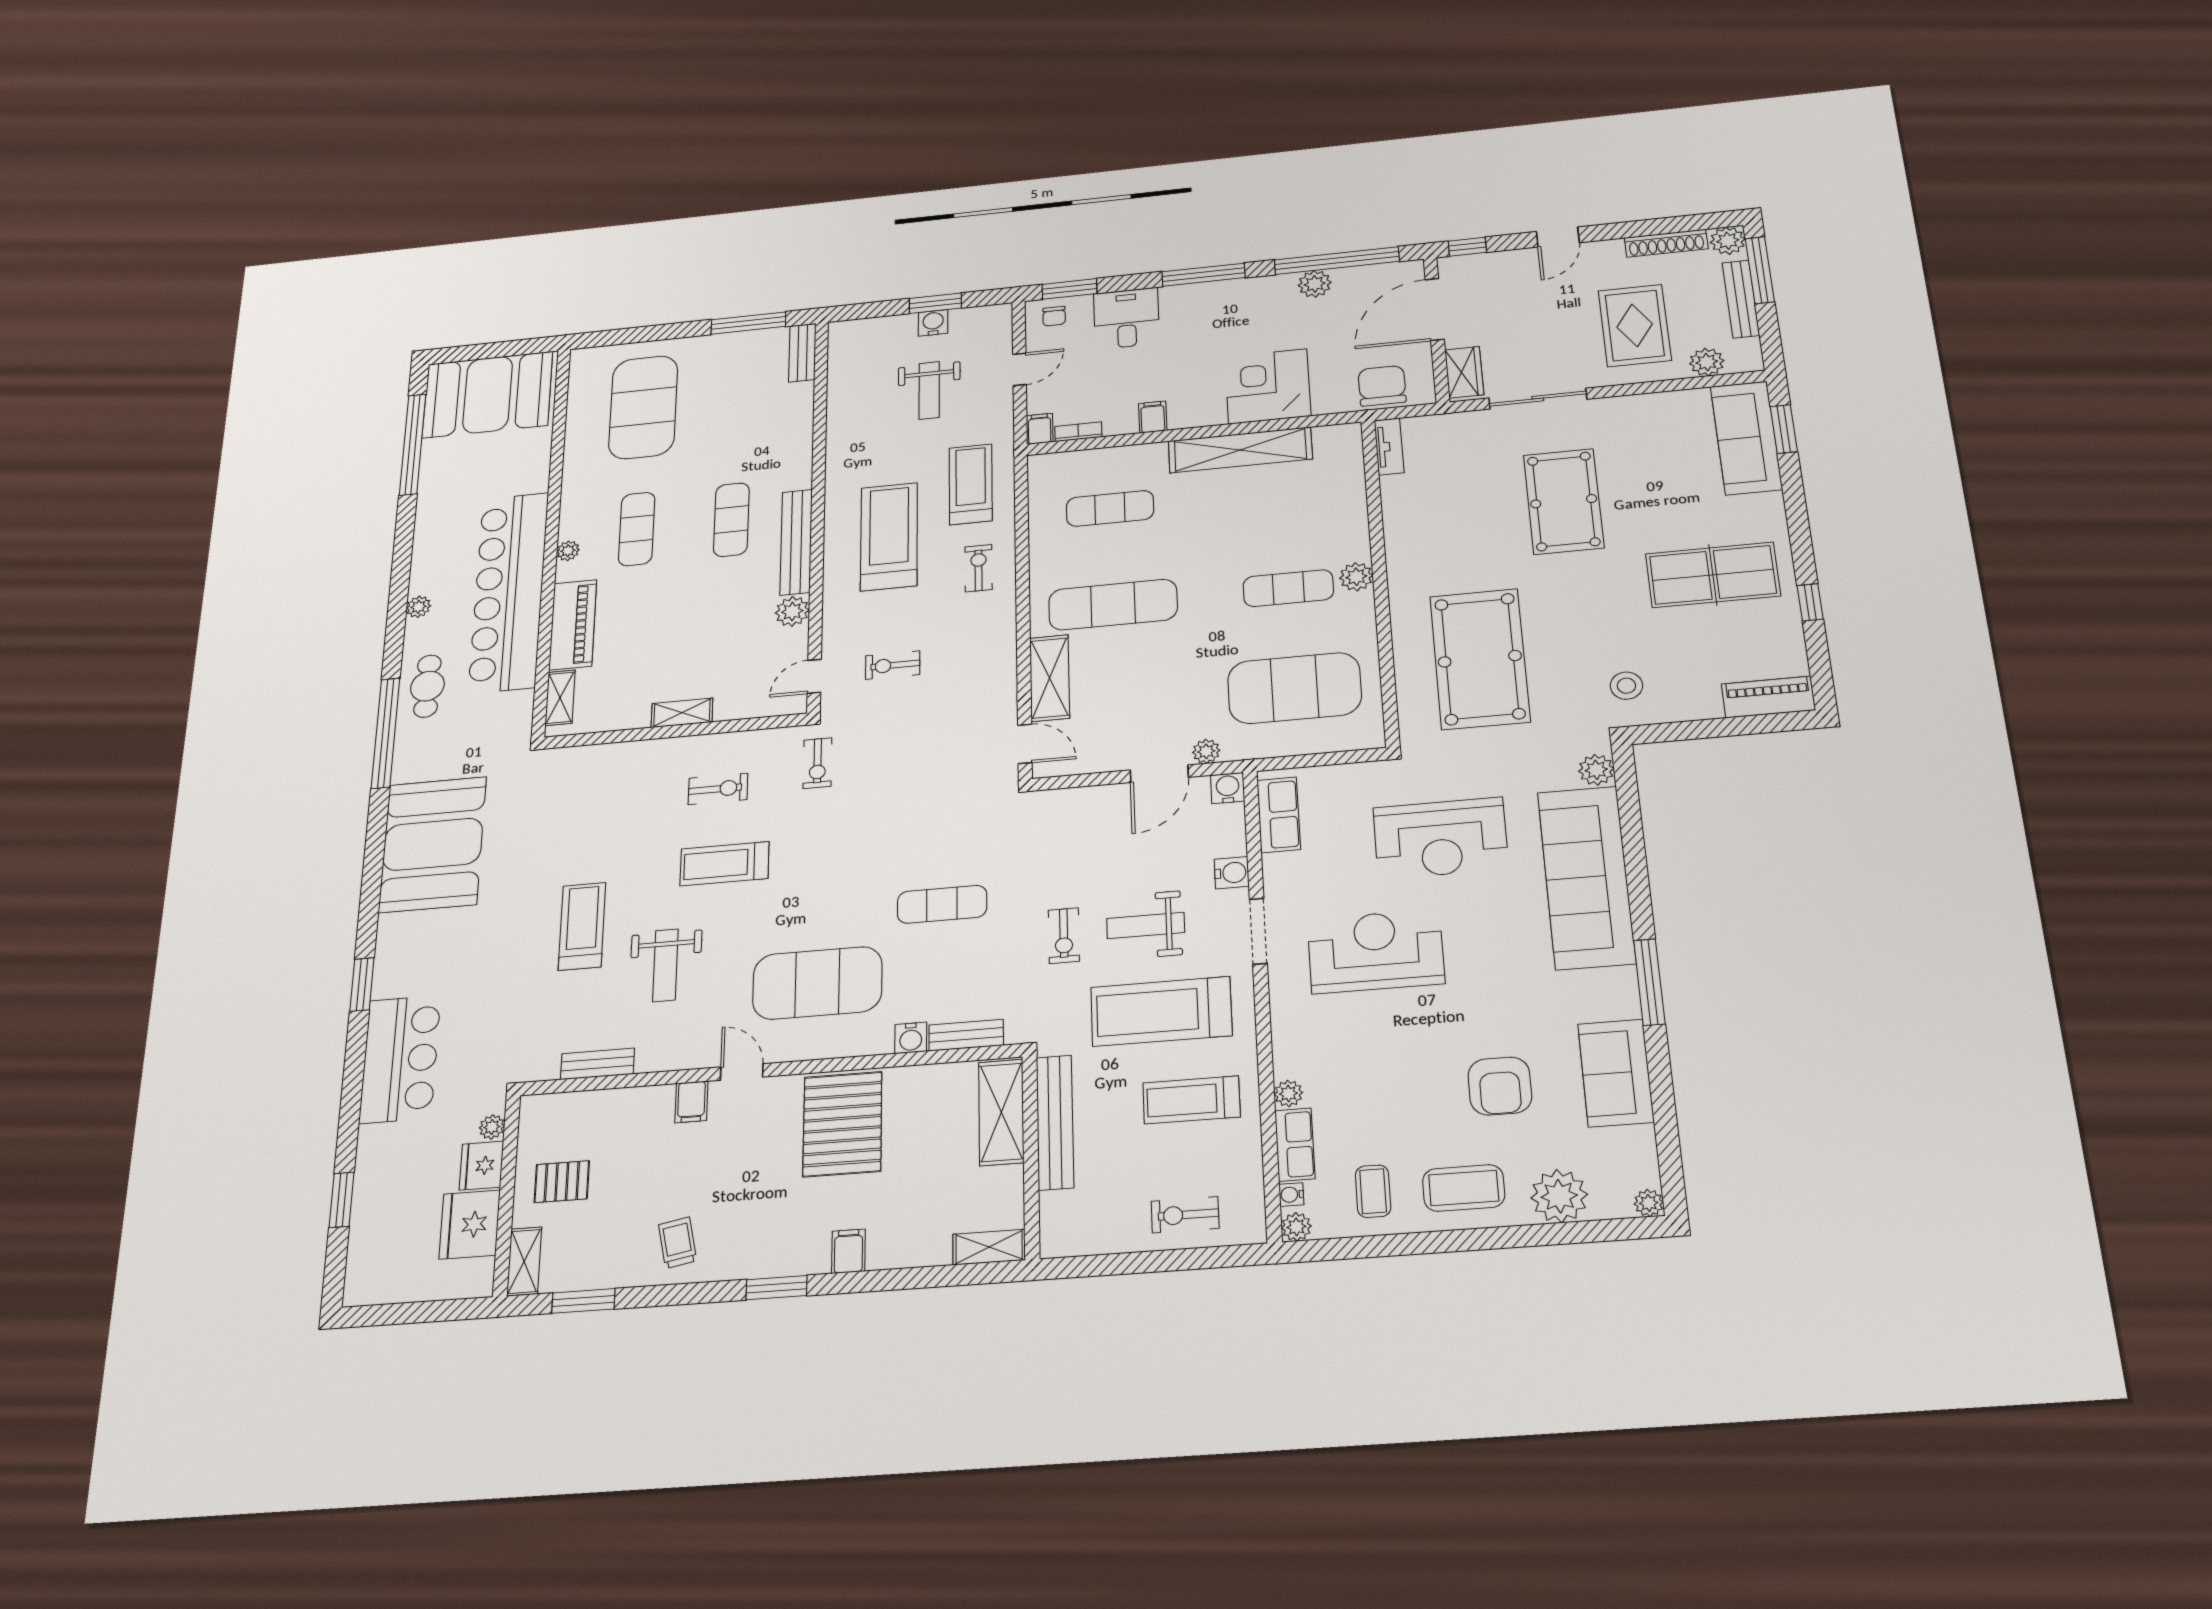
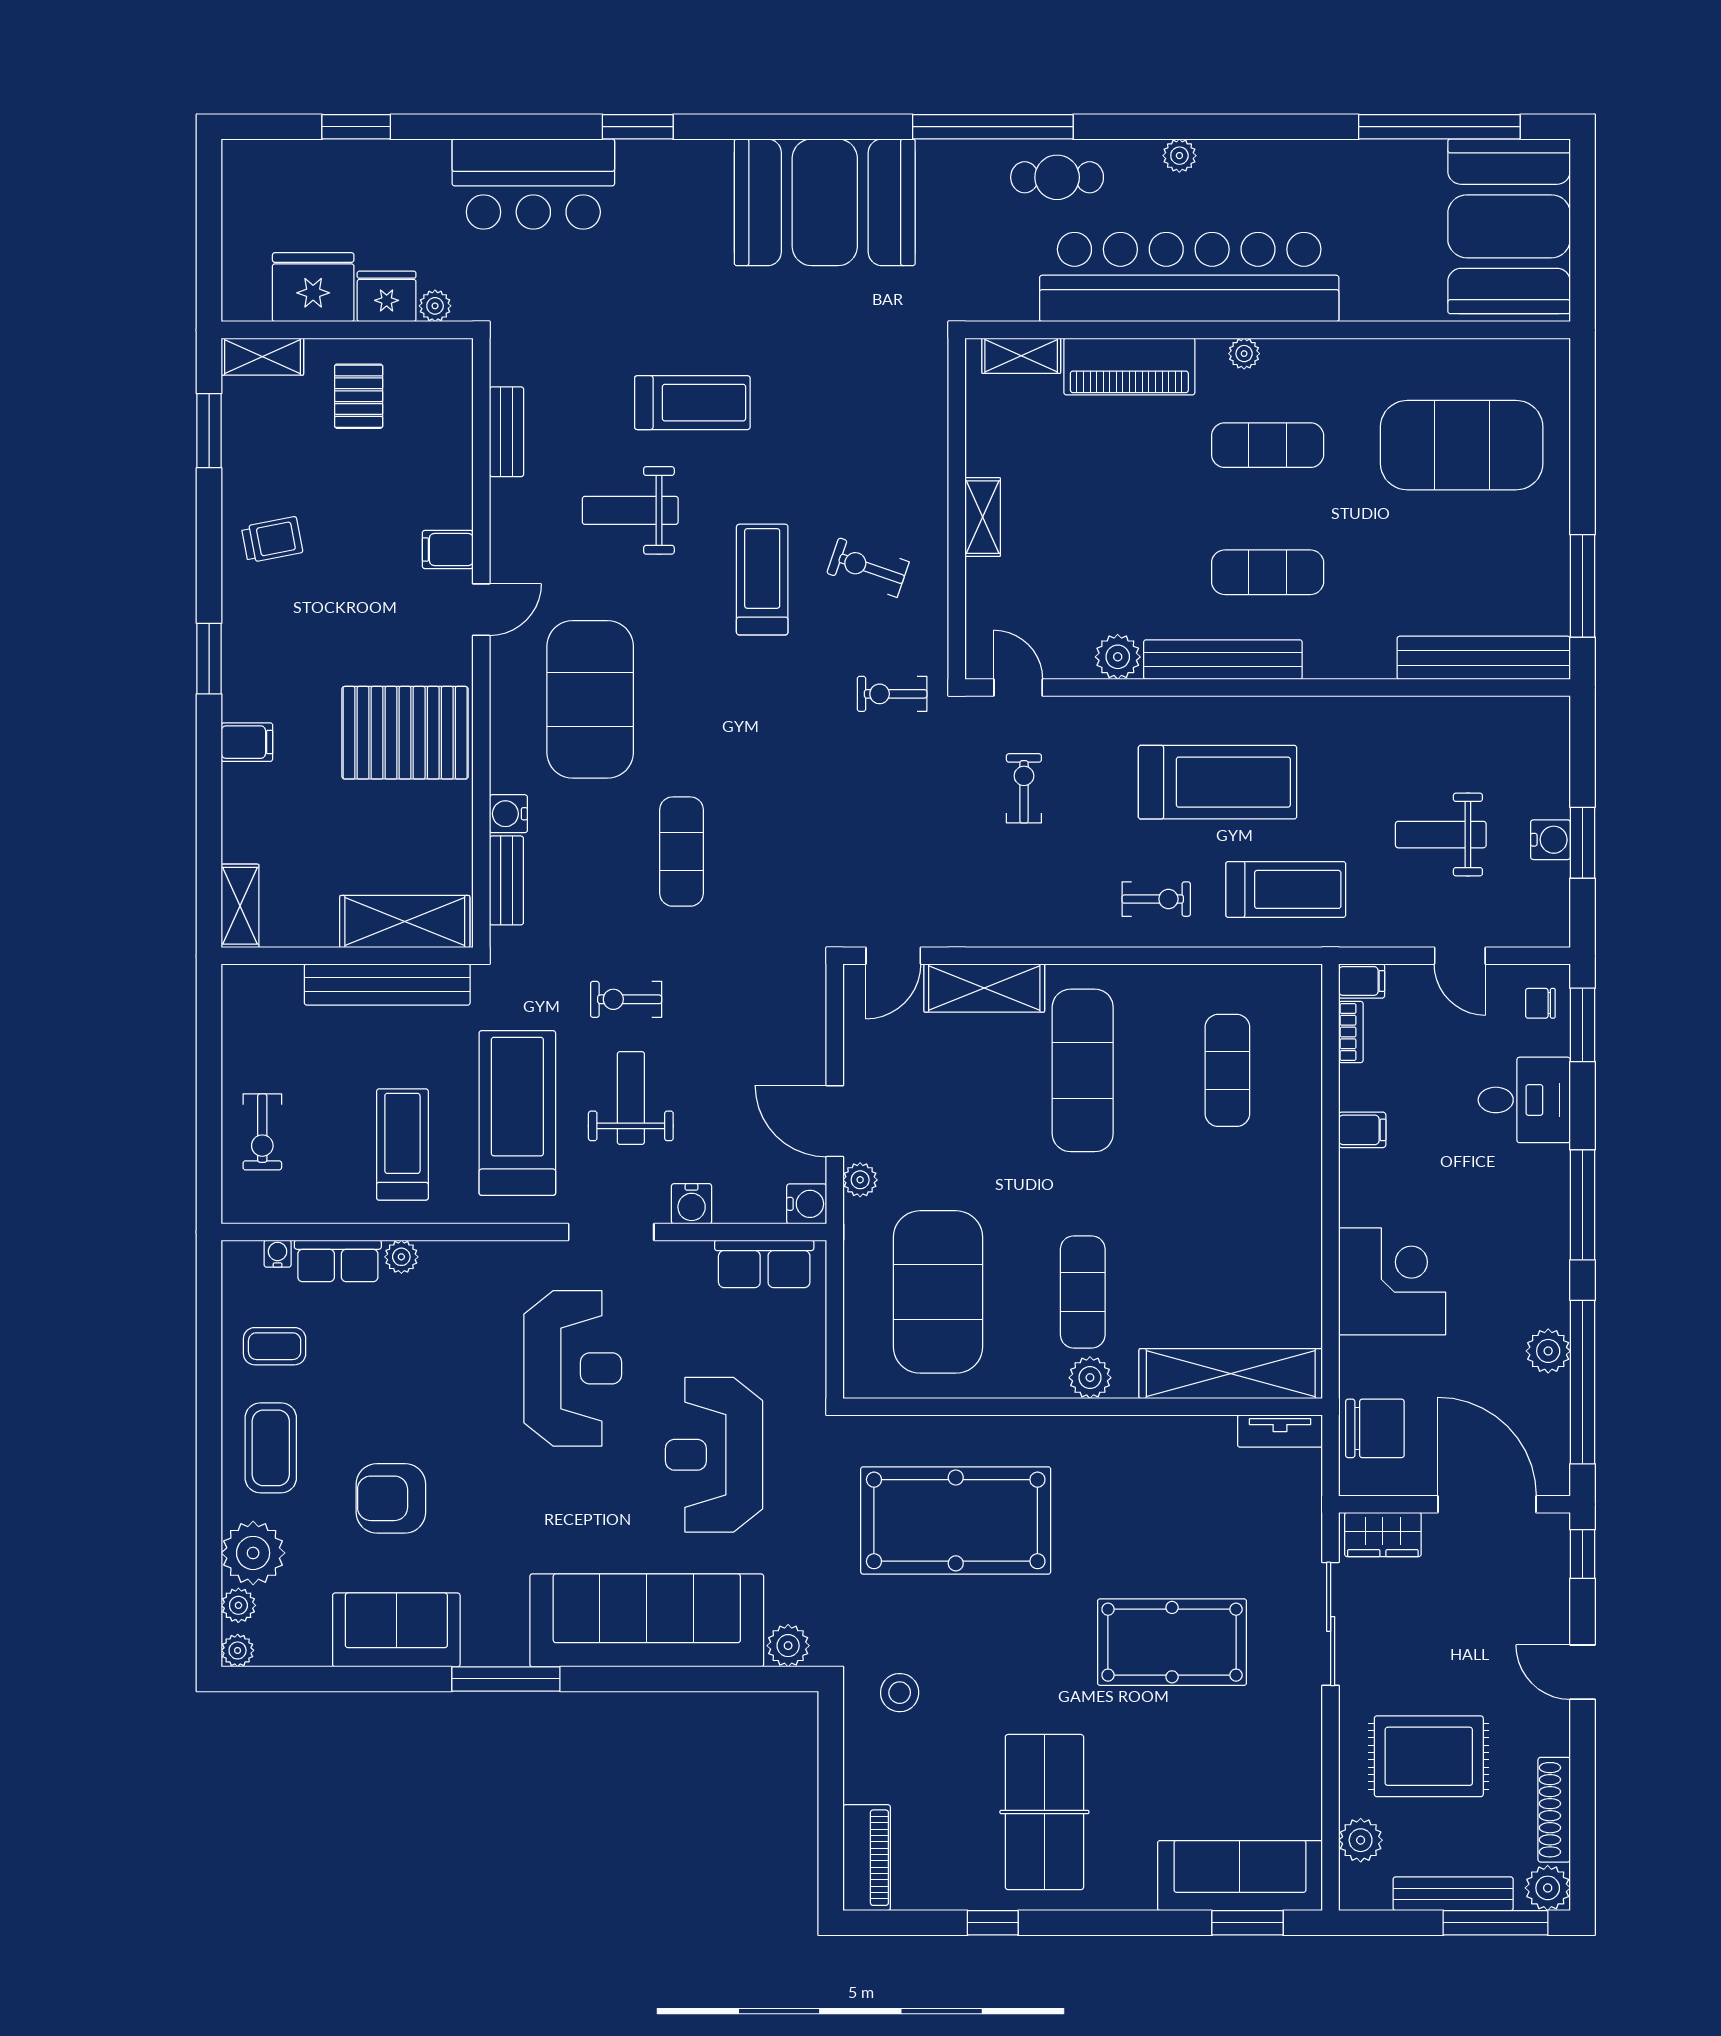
bench: (802, 353) -> (1484, 658), width x1.86, depth x1.21
shelving: (1240, 450) -> (1231, 1374), moved, turned 90
exercise bike: (718, 789) -> (868, 568), turned 109
exercise bike: (1185, 1215) -> (262, 1132), turned 180
plant: (1296, 1227) -> (238, 1605), moved

